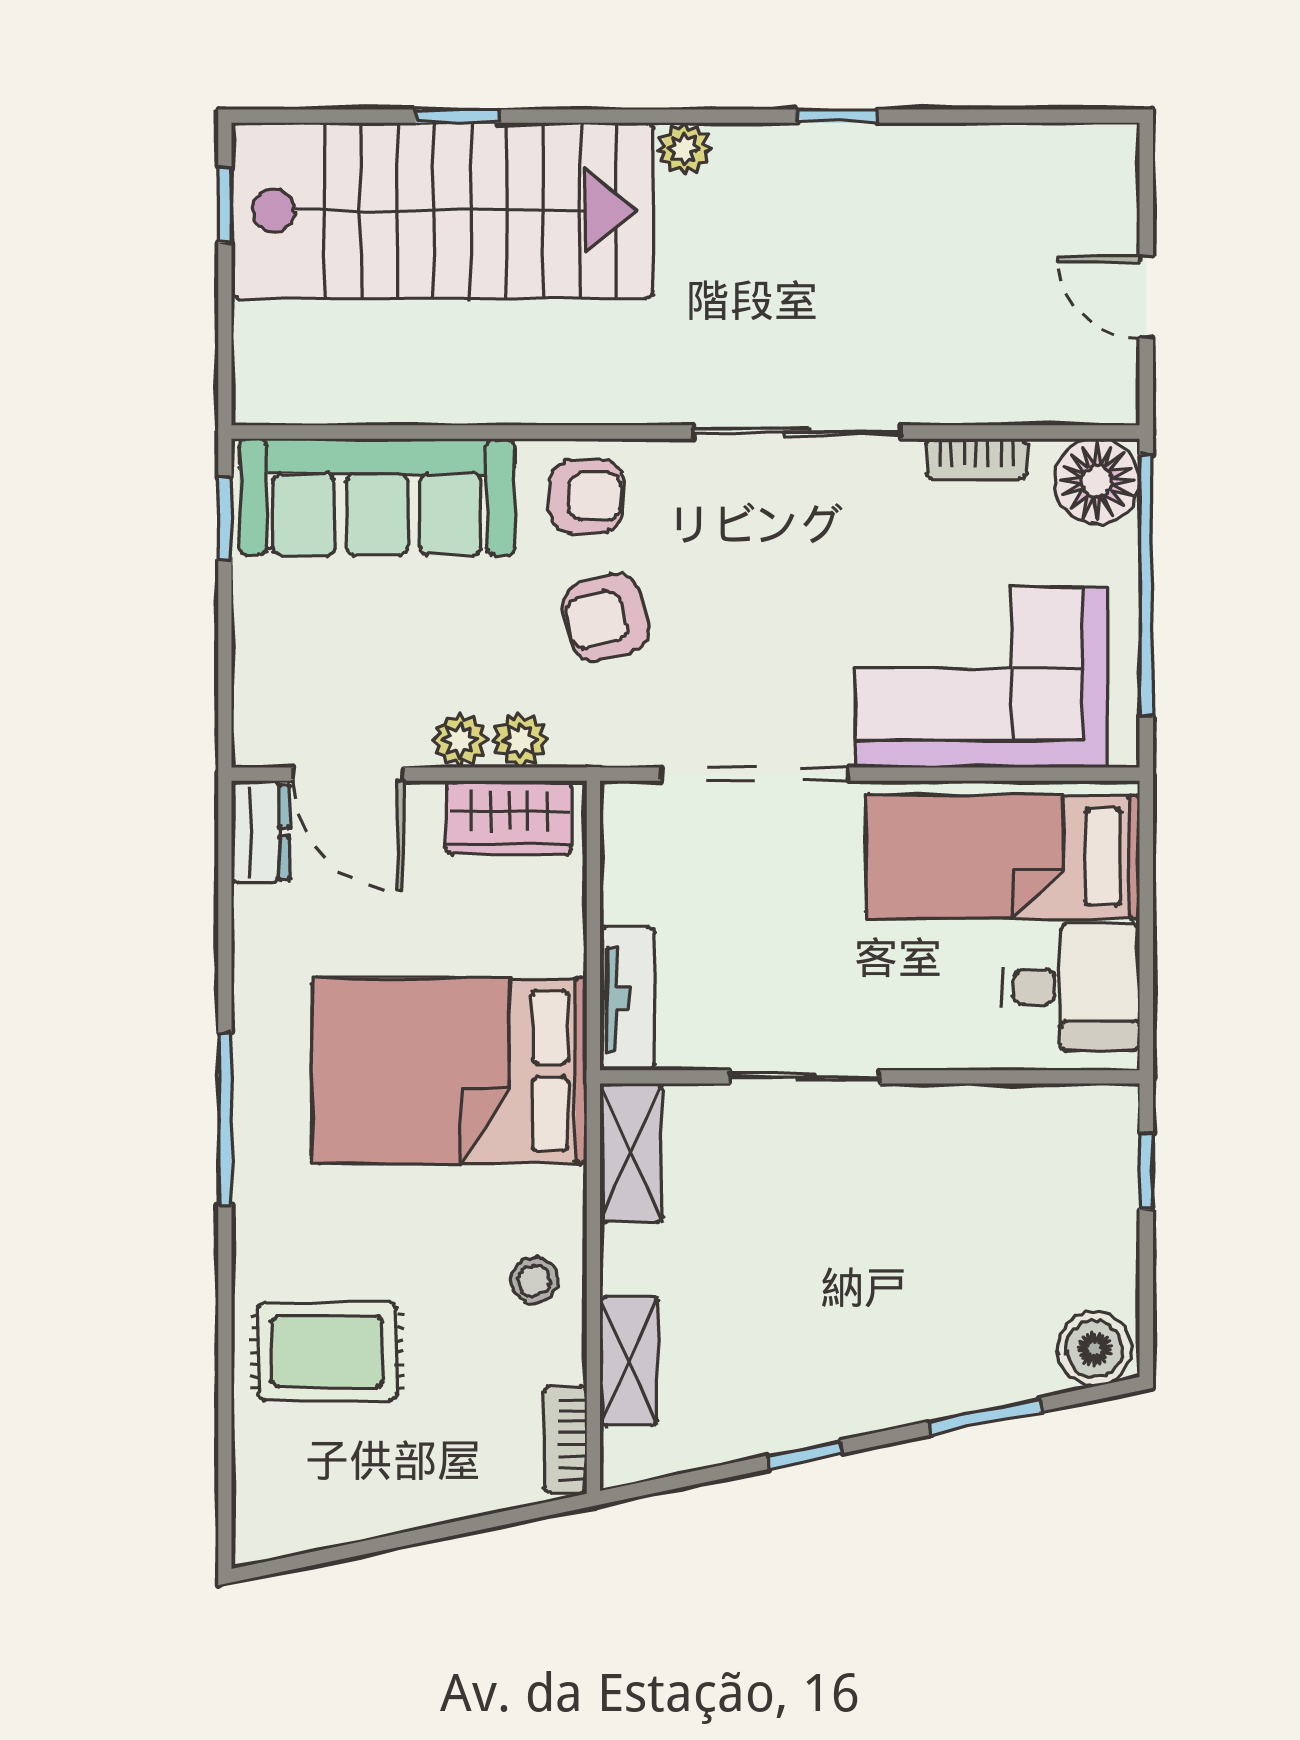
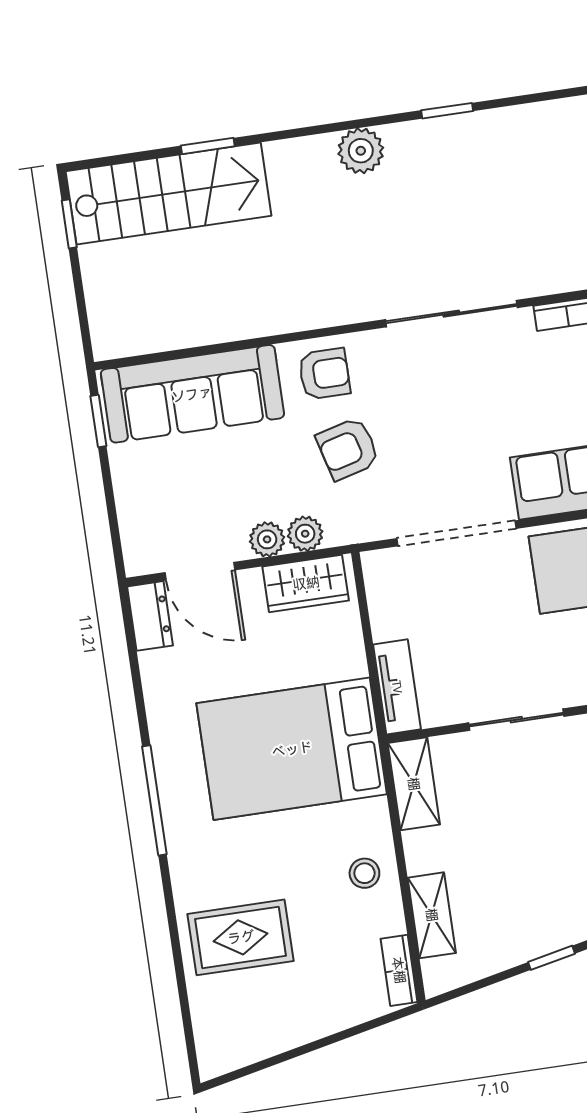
plant: (684, 149) -> (361, 151), width x1.38, depth x1.38
stairs: (442, 210) -> (169, 194), width x0.73, depth x0.66

